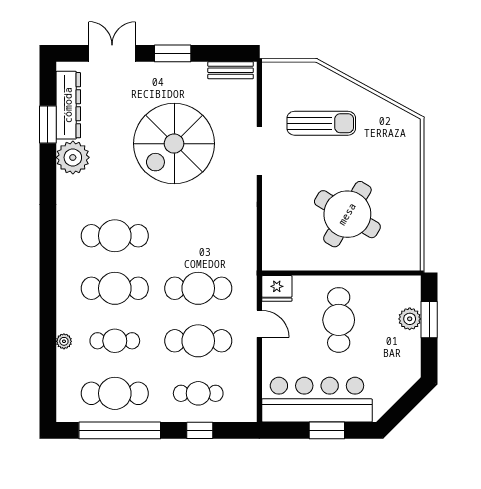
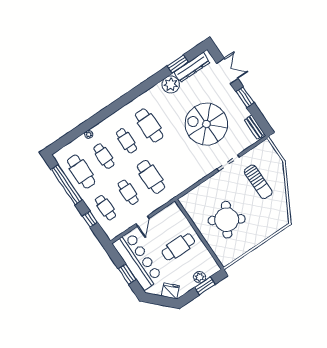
cafe table: (115, 288) -> (127, 141), width x0.73, depth x0.74
fridge: (277, 288) -> (170, 291), moved, turned 135
door: (259, 324) -> (142, 221), moved
cafe table: (198, 341) -> (128, 192), width x0.73, depth x0.74

